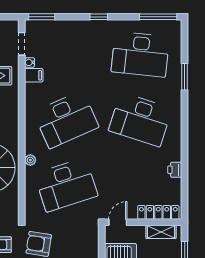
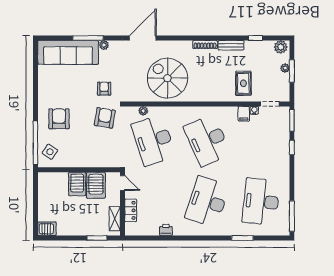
window: (99, 17) -> (292, 147), moved
plant: (30, 160) -> (143, 111), moved
locker: (158, 212) -> (131, 210), width x0.66

